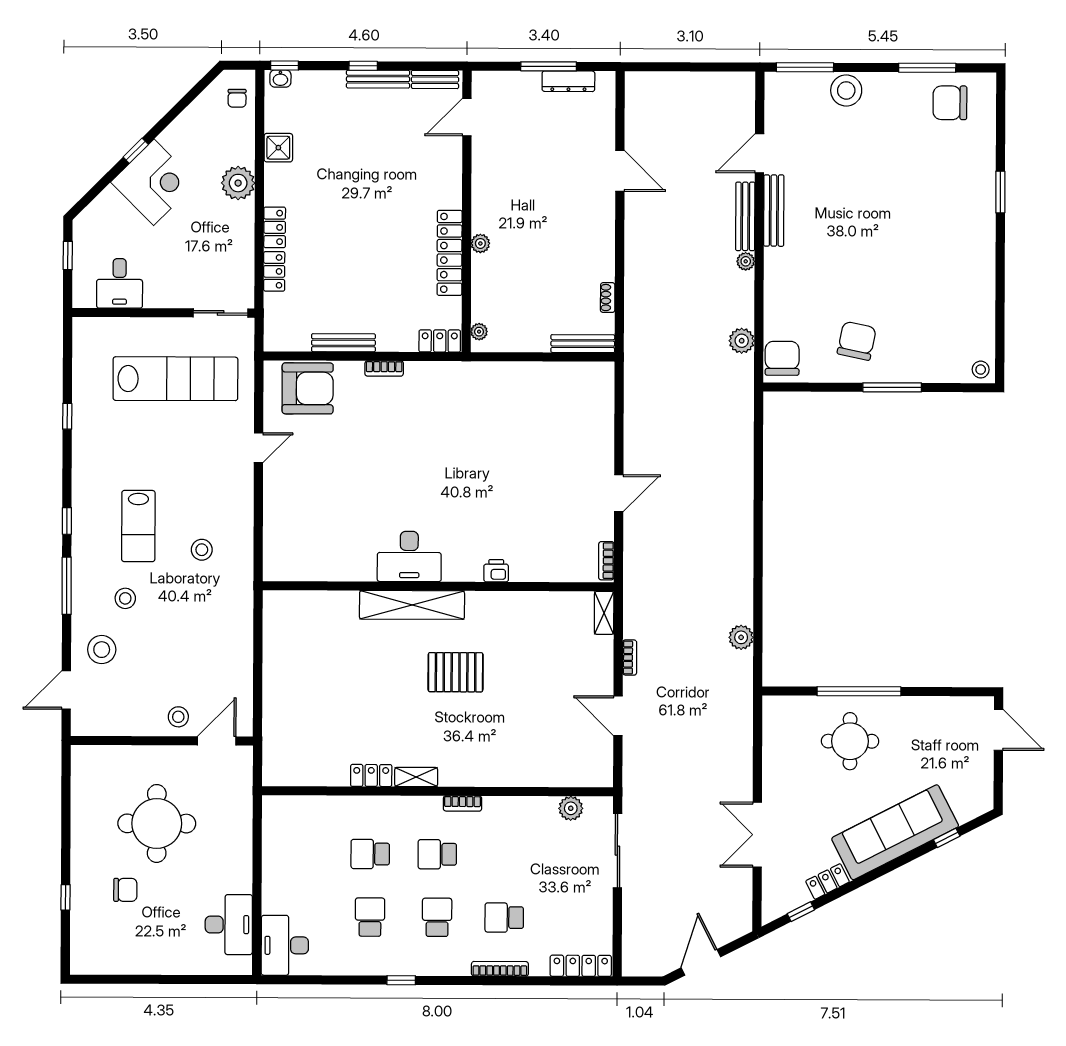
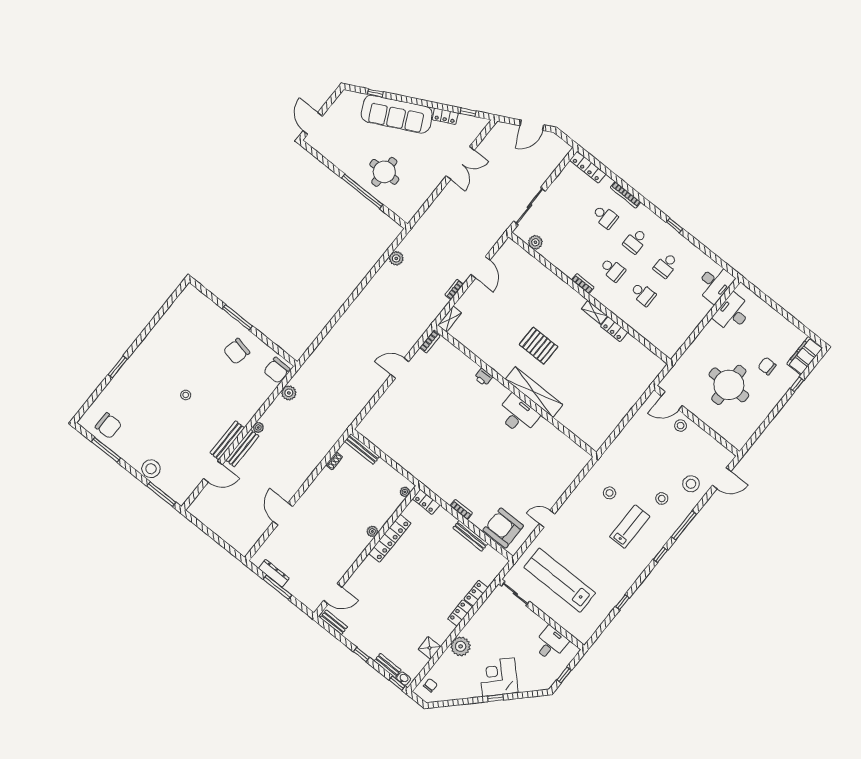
bench: (378, 79) -> (388, 666), moved, width x0.73
stool: (981, 370) -> (186, 395), moved
filing cabinet: (86, 944) -> (805, 356), added

